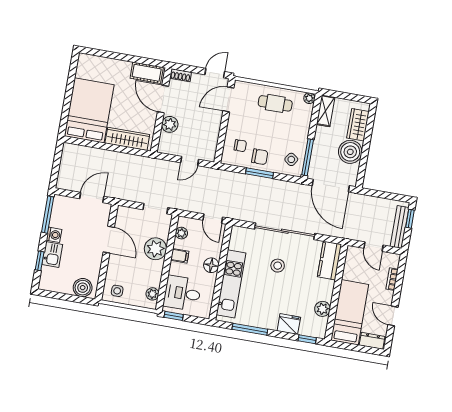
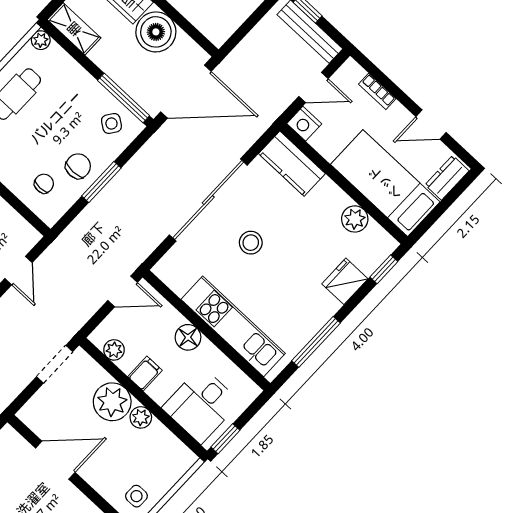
nightstand: (353, 254) -> (304, 124), added
plant: (152, 294) -> (141, 417), moved

